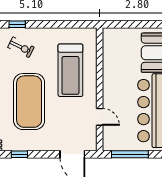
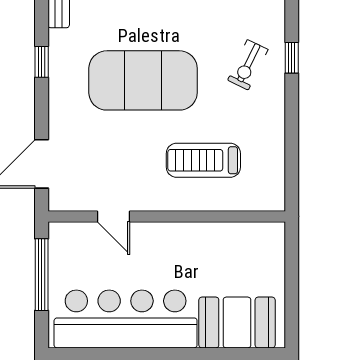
treadmill: (70, 70) -> (203, 160), width x0.73, depth x0.73
door: (100, 117) -> (113, 216), hinge flipped

